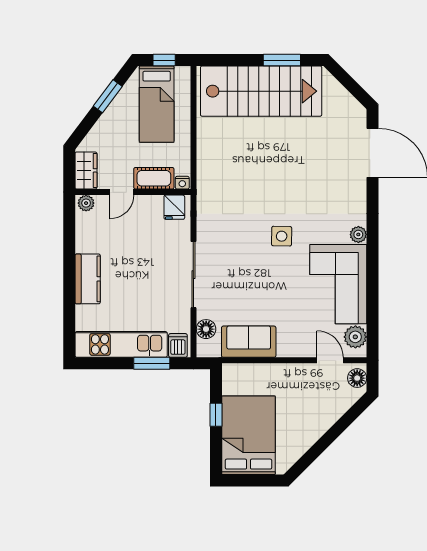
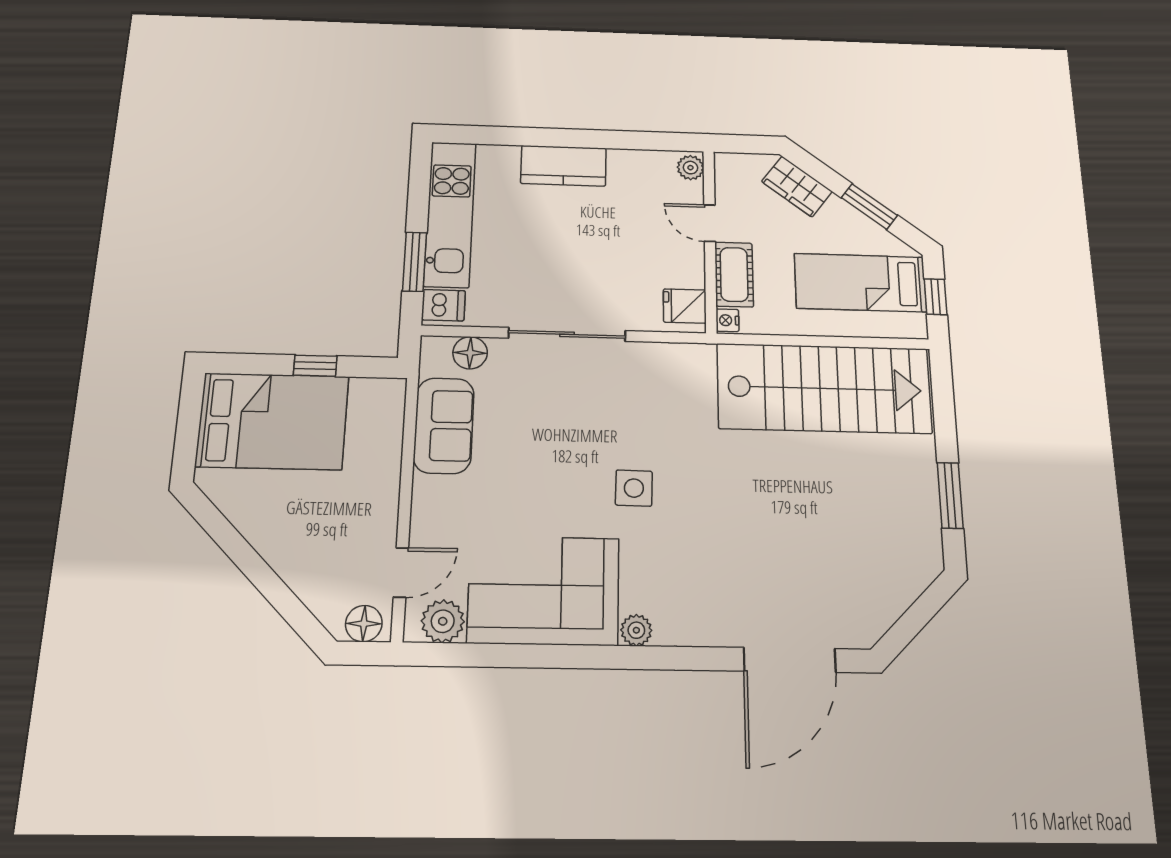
stairs: (261, 91) -> (824, 388), moved, turned -90
wardrobe: (86, 170) -> (797, 186), moved, turned 37

